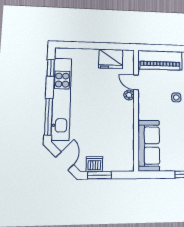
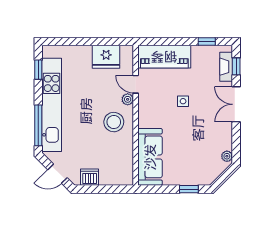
stool: (117, 114) -> (114, 122), added
door: (65, 161) -> (57, 174), swing flipped
window: (99, 175) -> (95, 189), removed

